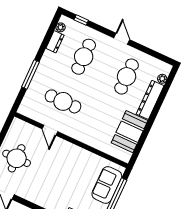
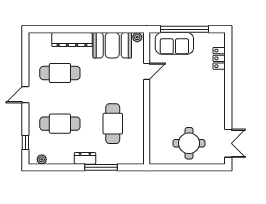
dresser: (55, 42) -> (85, 158), moved
plant: (162, 79) -> (137, 37), moved
door: (50, 130) -> (147, 71), moved

